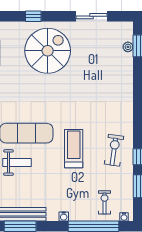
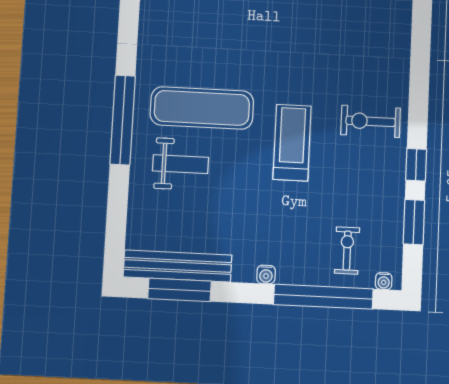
exercise bike: (114, 150) -> (371, 121), moved, turned -98

